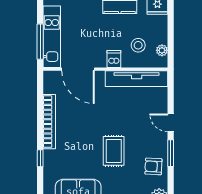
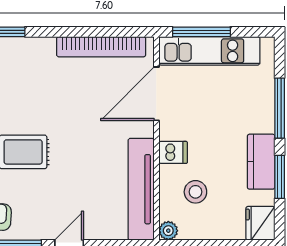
plant: (162, 50) -> (168, 231), moved
bookcase: (49, 122) -> (101, 47), moved

